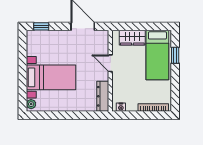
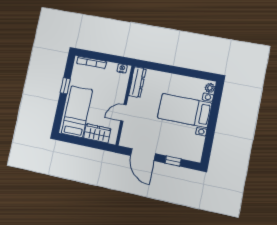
window: (41, 26) -> (173, 161), moved
window: (175, 55) -> (65, 86), moved
door: (110, 63) -> (124, 113), swing flipped

